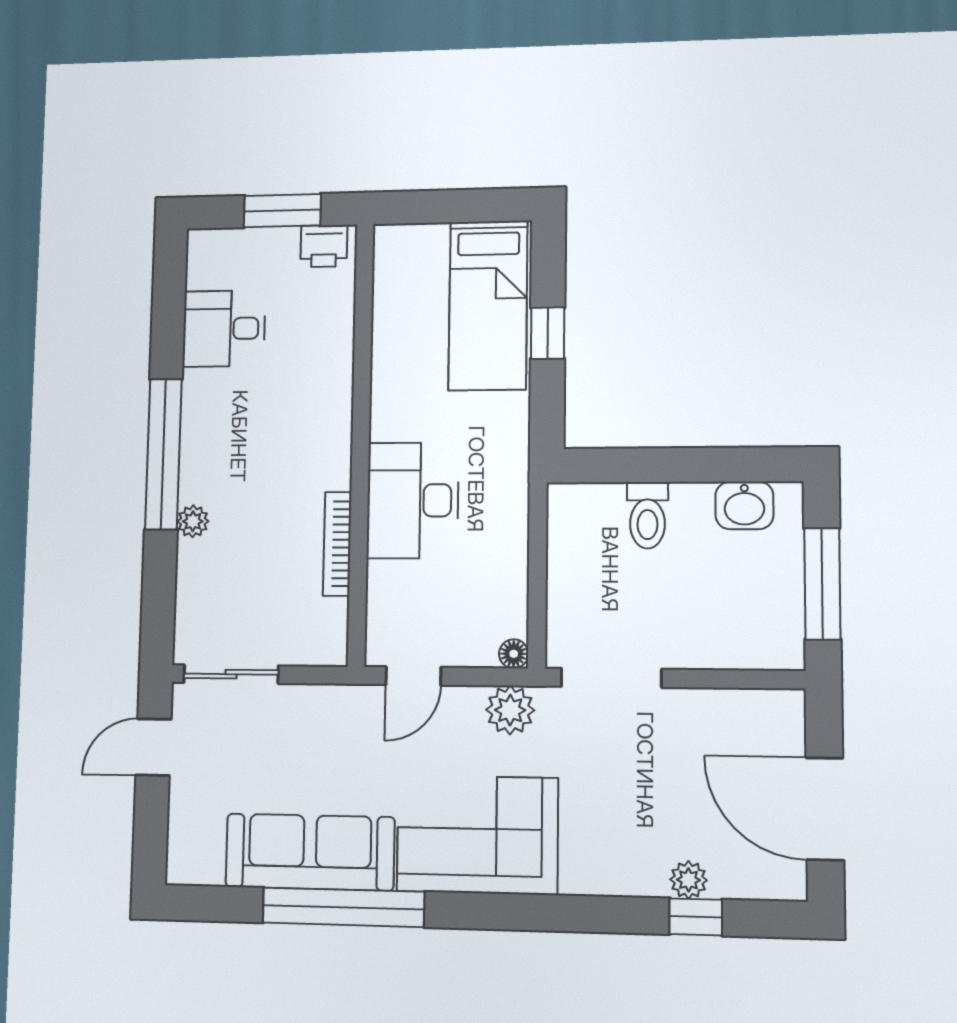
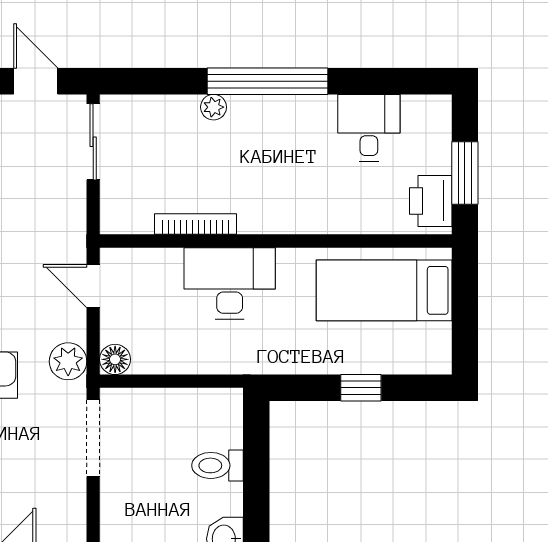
printer: (324, 246) -> (431, 201), width x1.36, depth x1.24
bed: (488, 305) -> (384, 290), moved
floor lamp: (514, 654) -> (115, 359), width x1.37, depth x1.37

